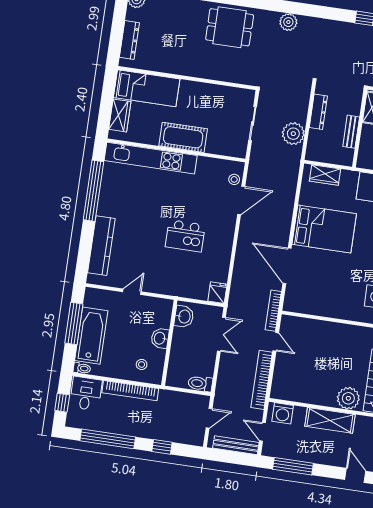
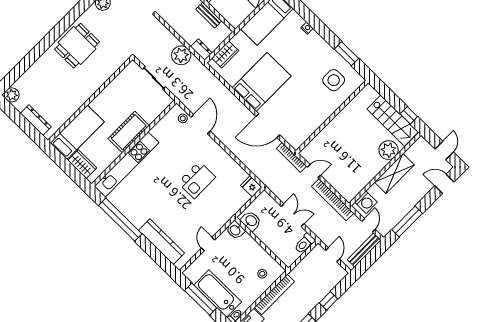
dresser: (318, 112) -> (201, 50), moved, width x0.70
double door: (221, 334) -> (293, 215), moved
washbasin: (160, 338) -> (235, 230), moved
door: (262, 432) -> (368, 225), swing flipped

